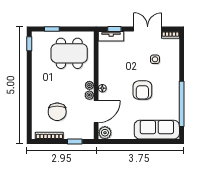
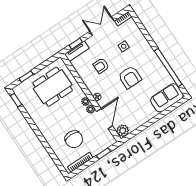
armchair: (124, 63) -> (101, 66), added
sofa: (157, 130) -> (167, 98), width x0.73

